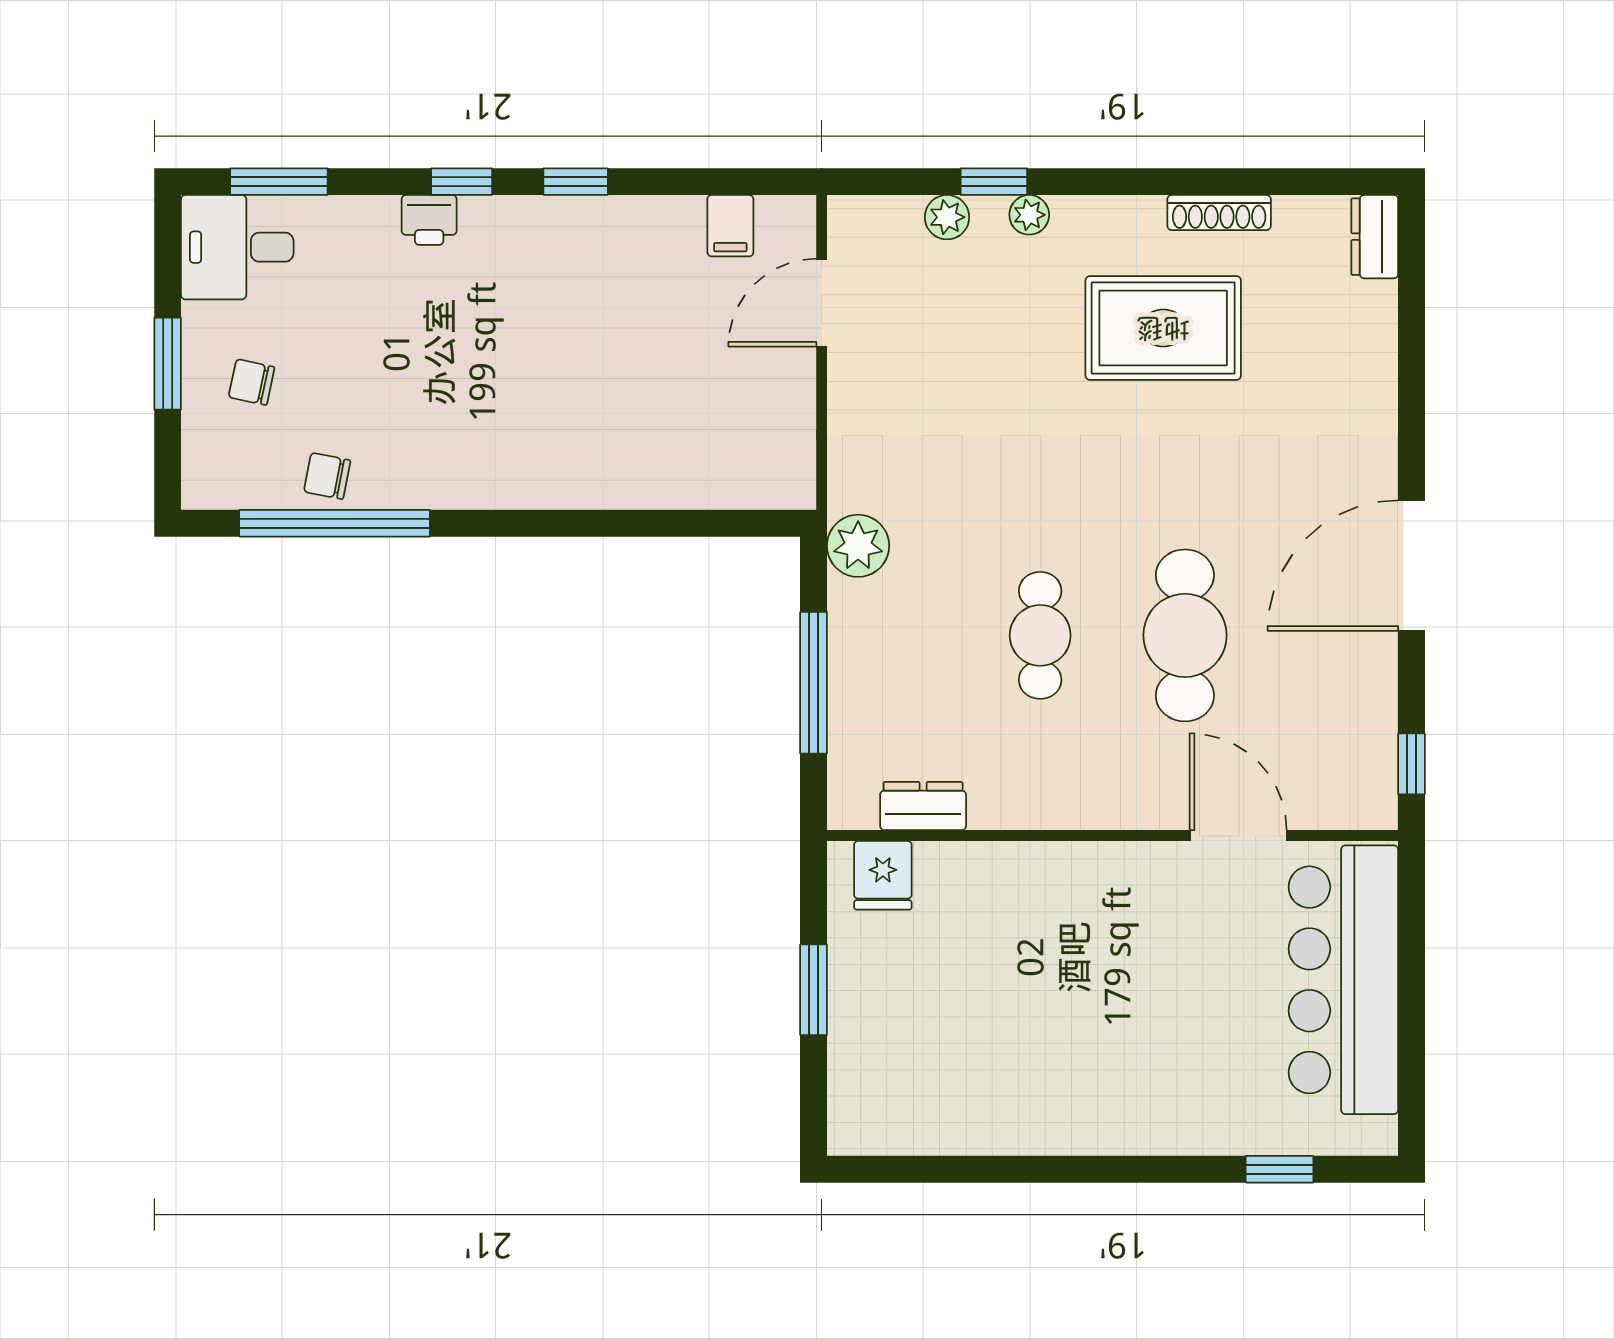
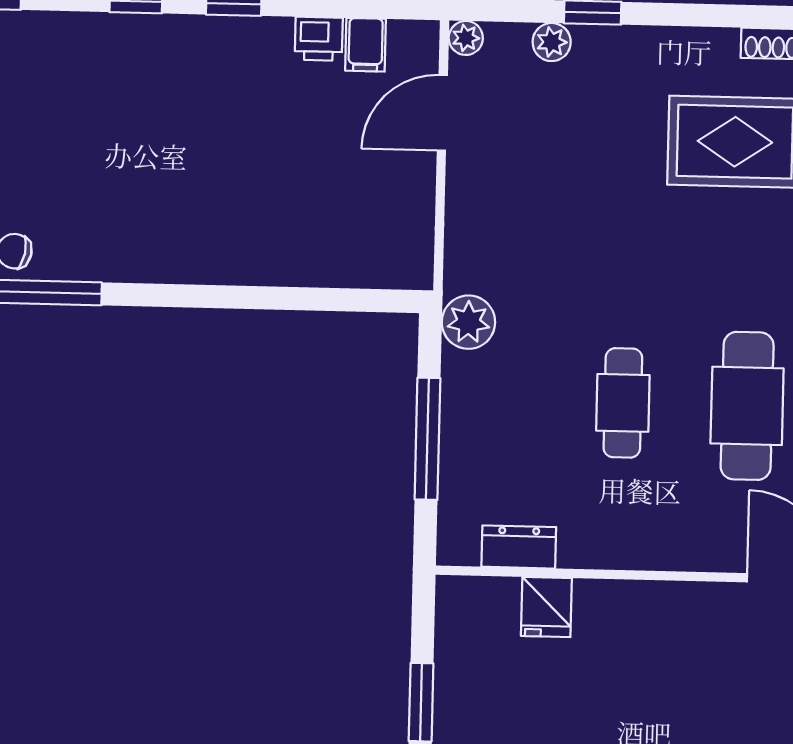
plant: (1029, 215) -> (466, 38), moved
printer: (429, 220) -> (319, 39), moved
fridge: (883, 875) -> (546, 607), moved

